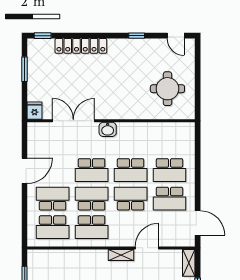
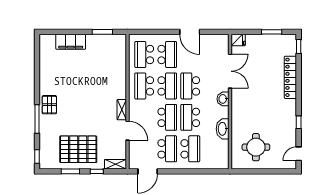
washbasin: (145, 130) -> (223, 129), added
school desk: (169, 170) -> (190, 149), turned 180
school desk: (169, 199) -> (167, 149), turned 180

